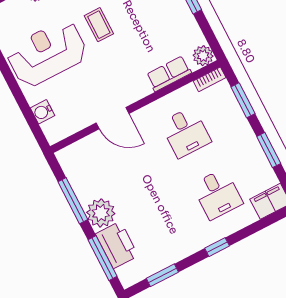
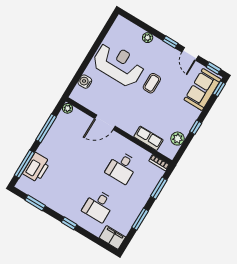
plant: (203, 56) -> (178, 139), moved
door: (113, 118) -> (105, 122), hinge flipped
plant: (101, 213) -> (68, 108), moved, width x0.53, depth x0.53

